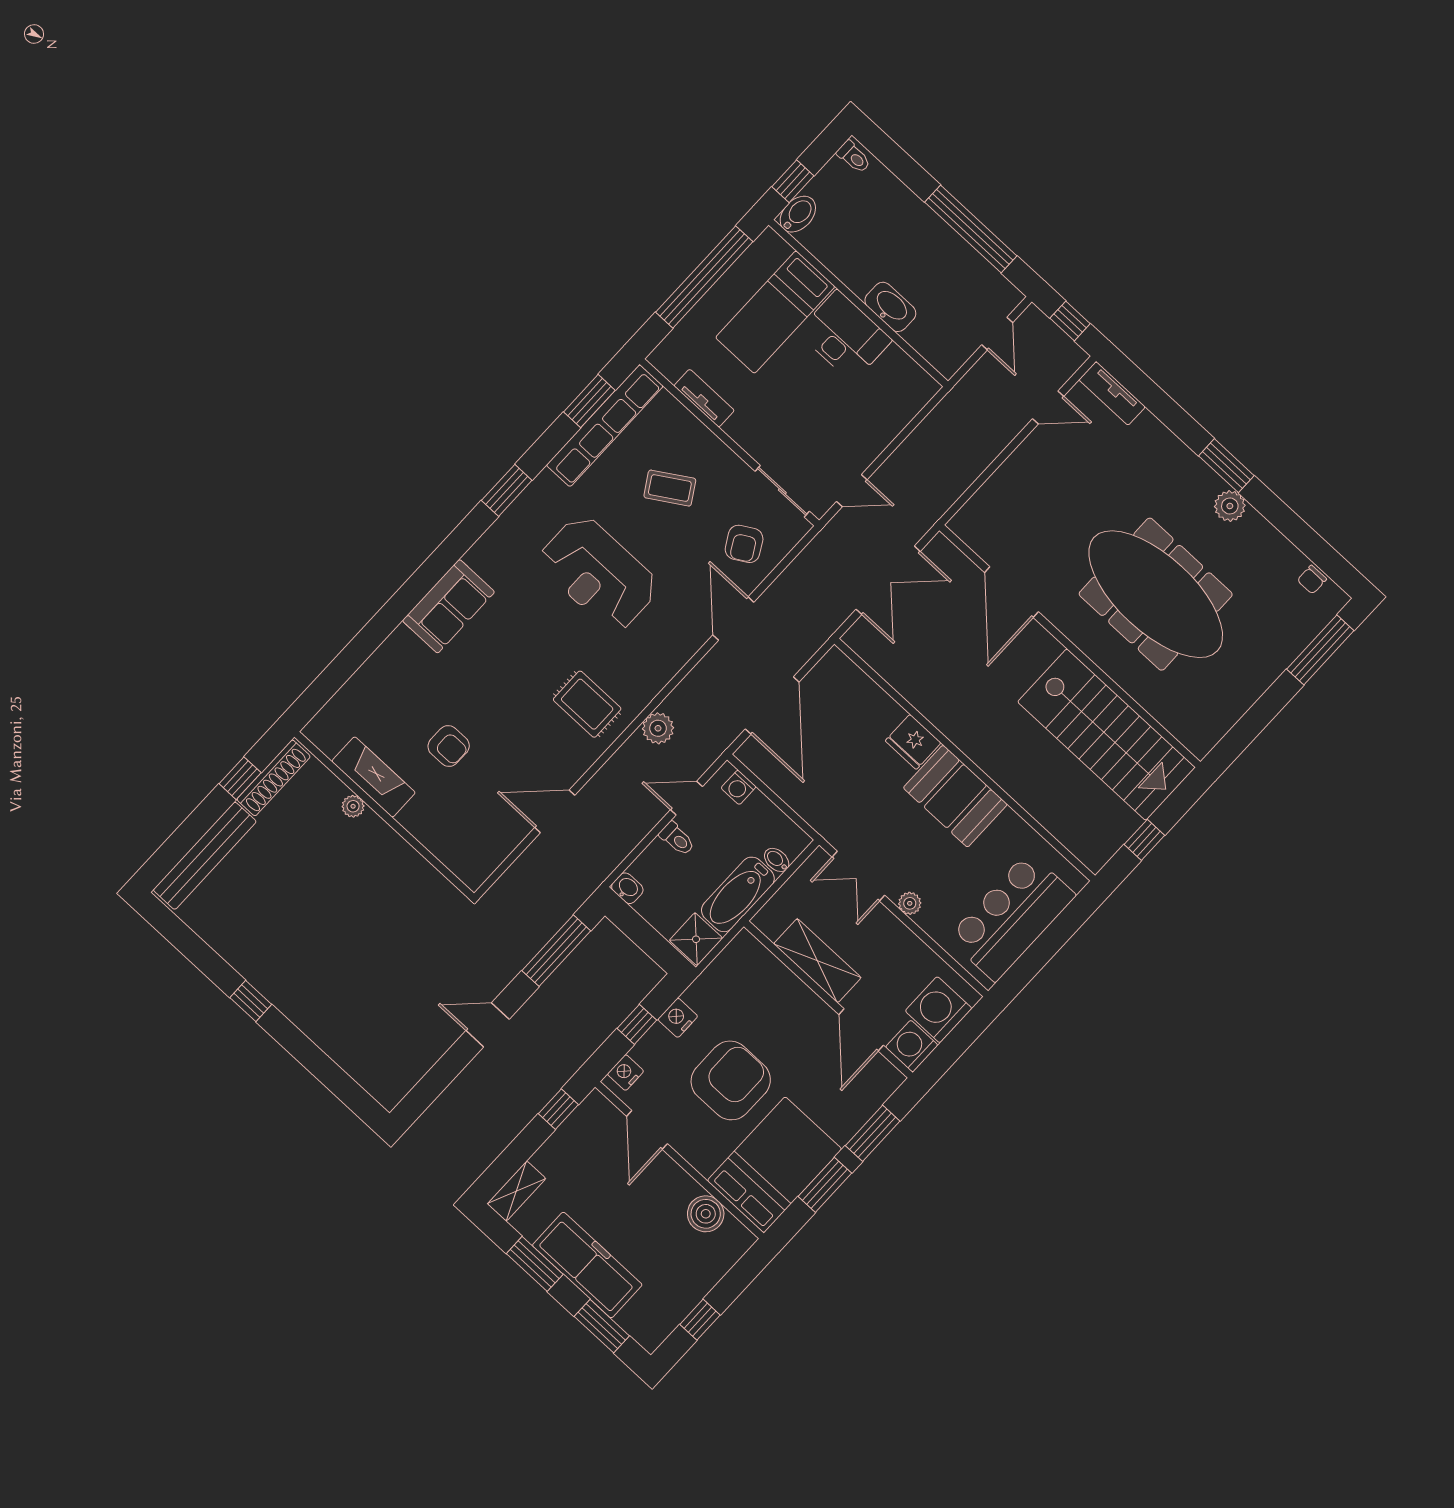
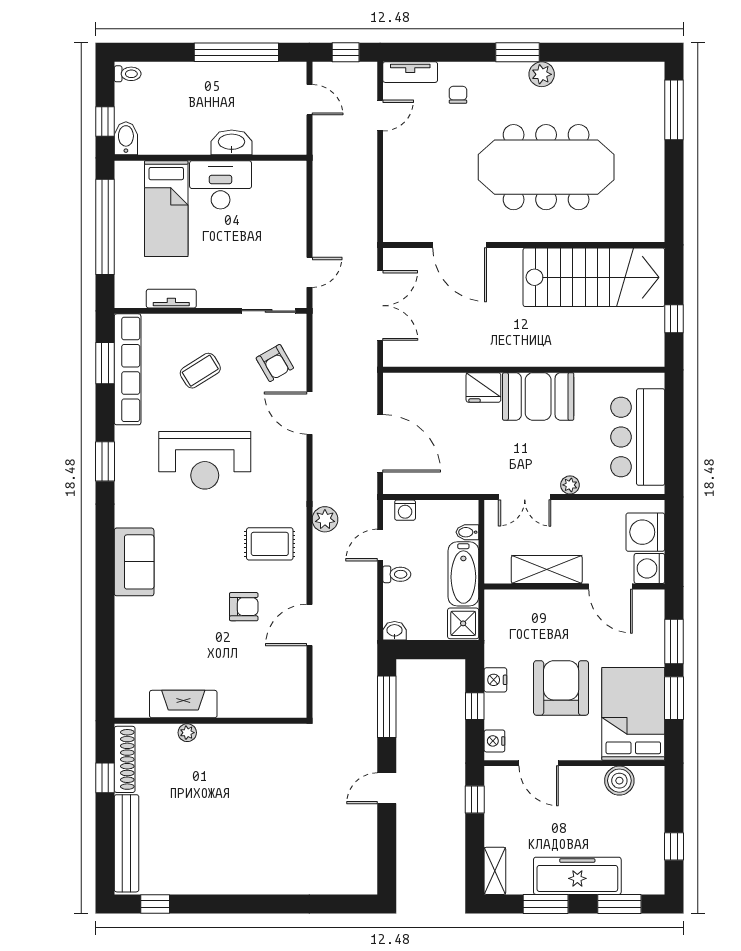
chair: (1312, 580) -> (458, 95), moved, turned 180
armchair: (449, 746) -> (244, 607), moved
window: (251, 1001) -> (155, 904), moved

